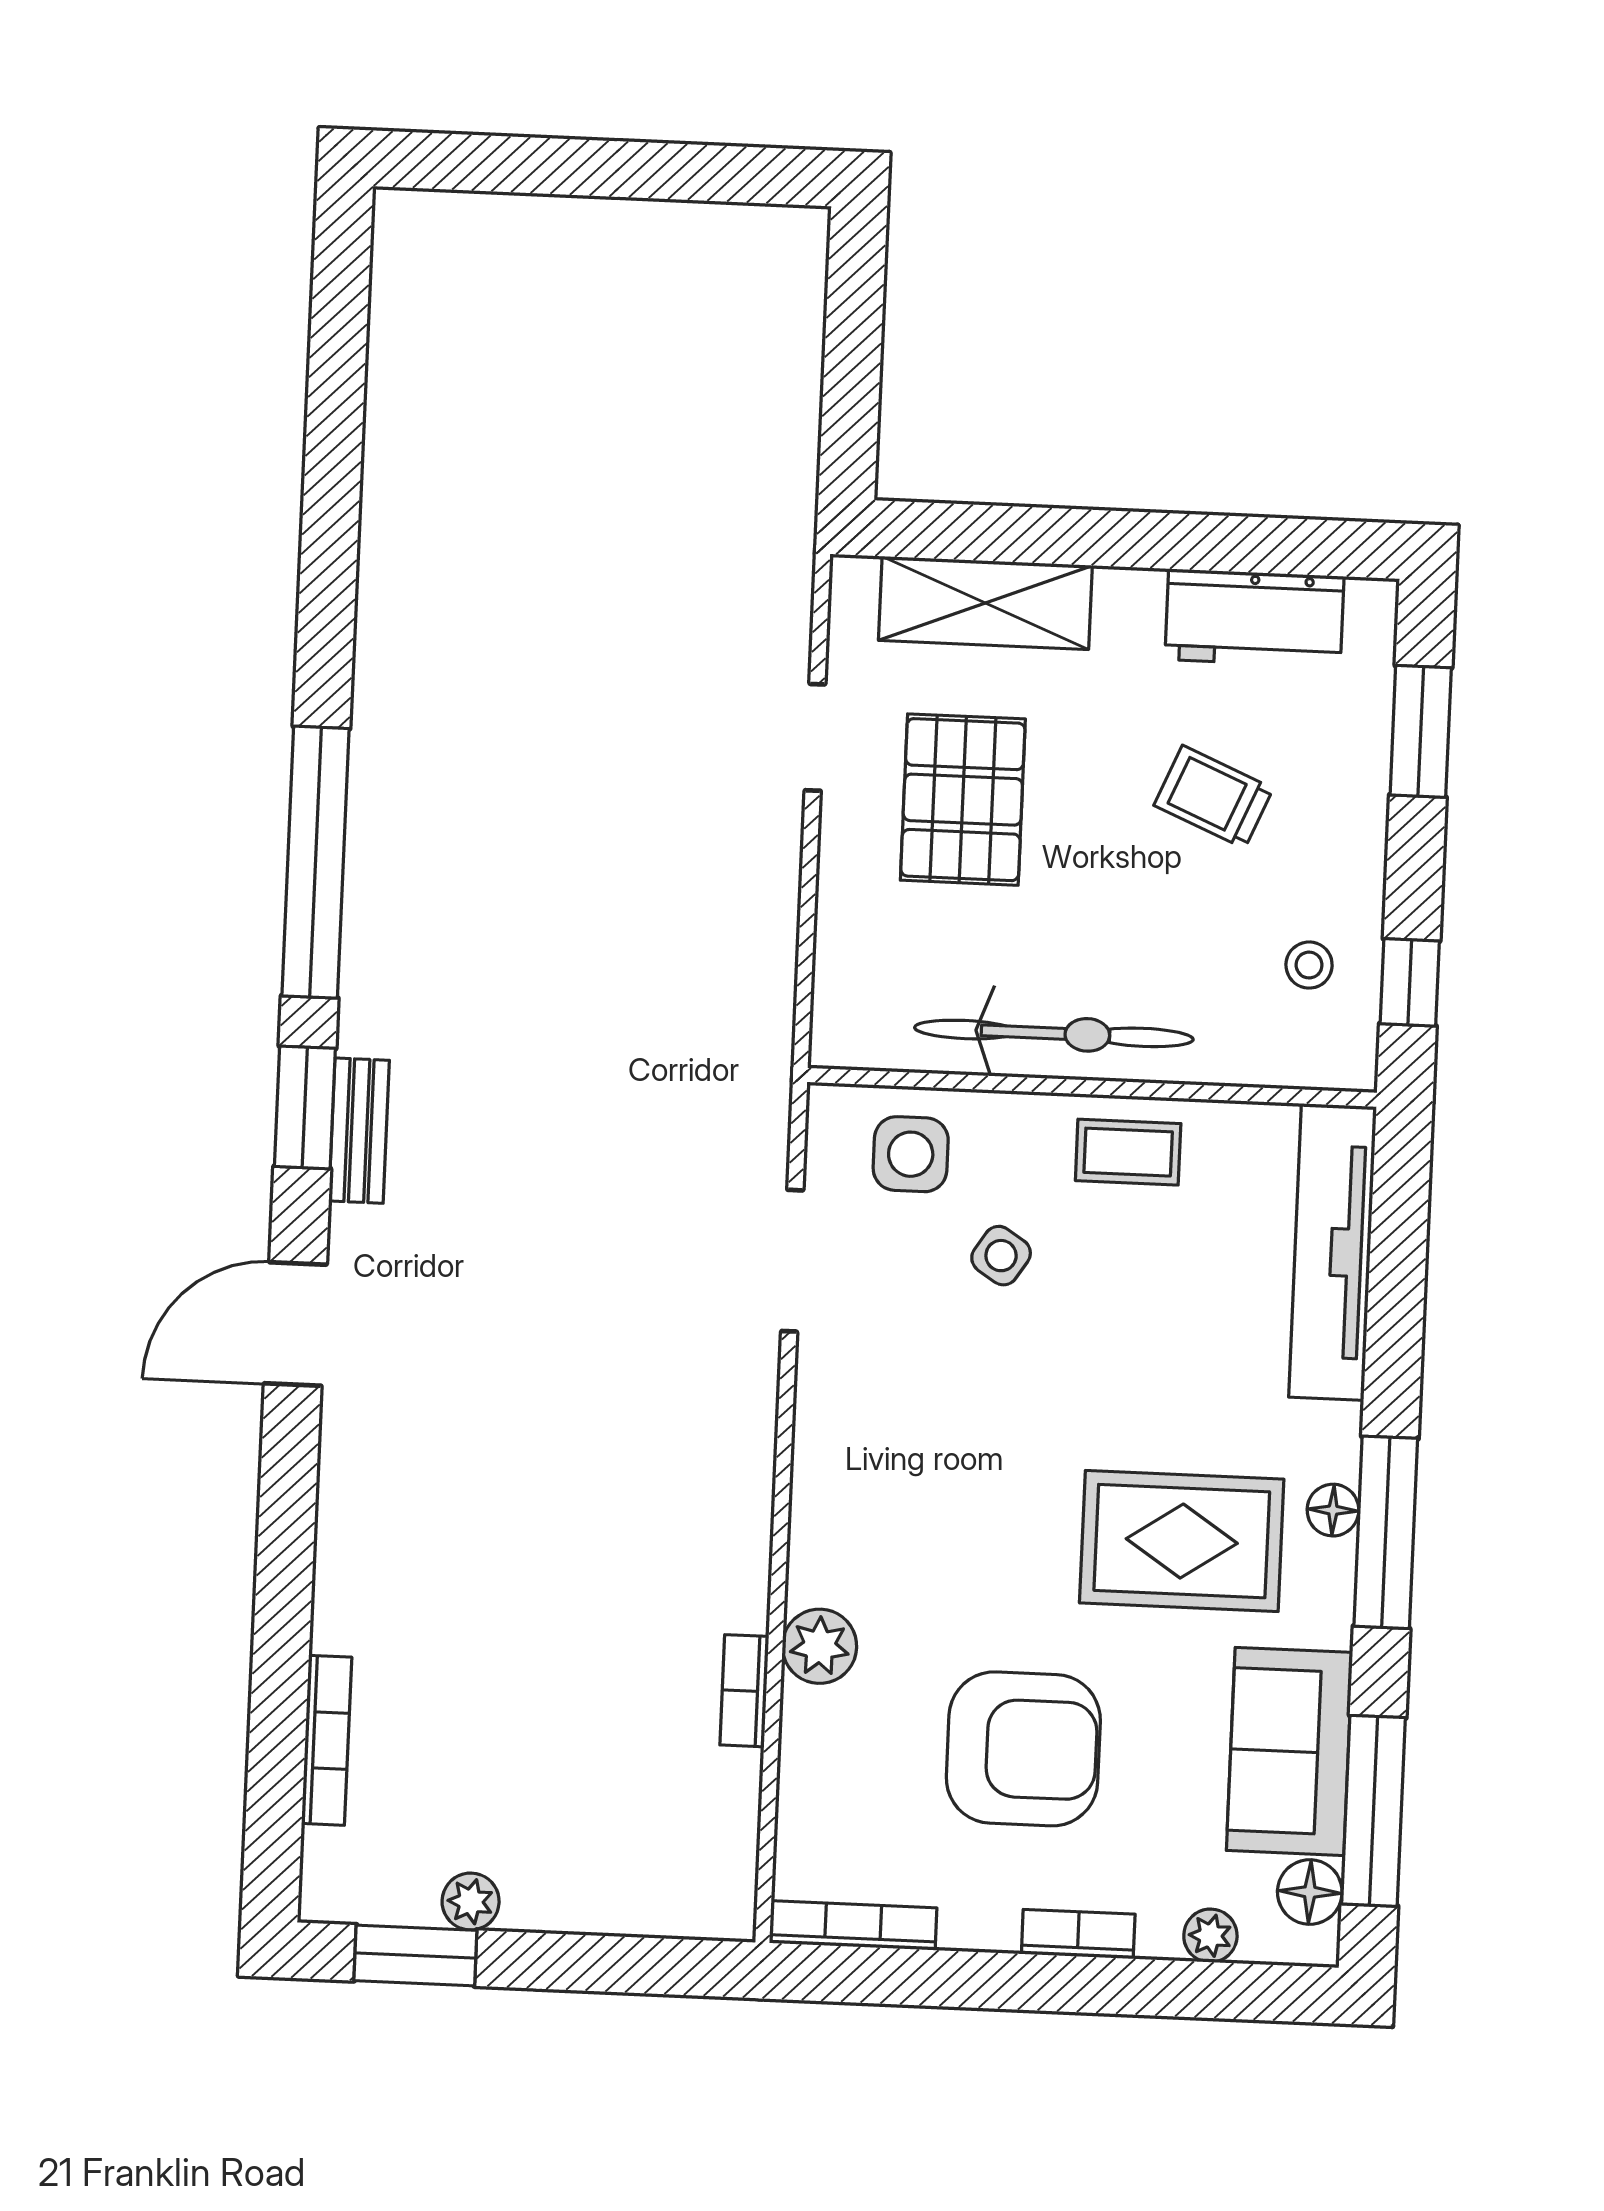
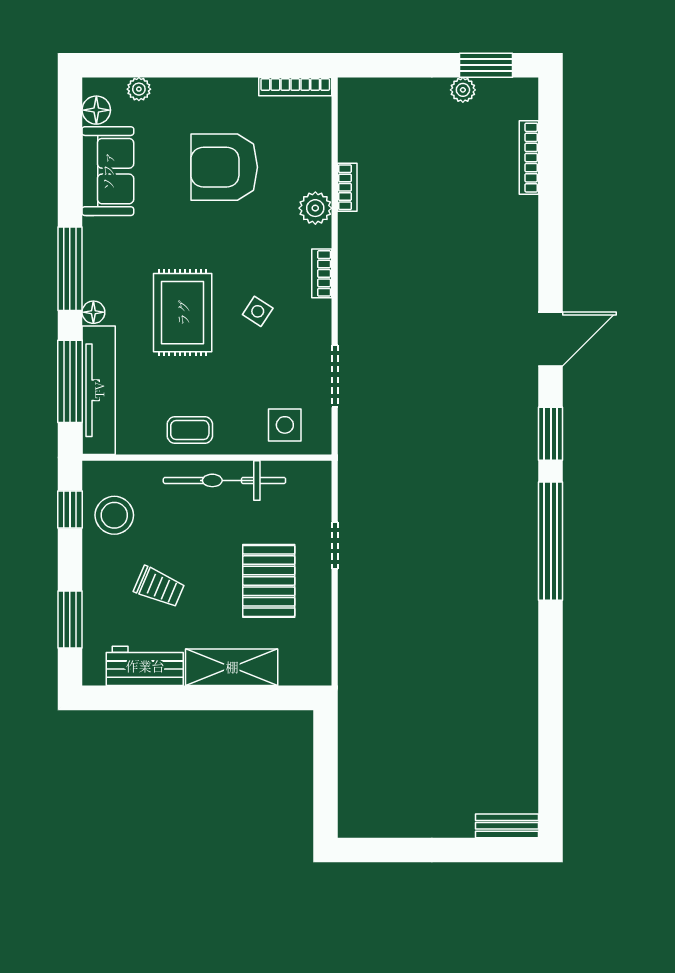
shelving: (985, 603) -> (232, 667), moved
doorway: (815, 737) -> (335, 545), moved
stool: (1309, 965) -> (114, 515), width x1.89, depth x1.89
bench: (359, 1131) -> (507, 826), moved, turned 90
side table: (1001, 1256) -> (258, 311), moved
floor lamp: (1333, 1510) -> (93, 312), moved
rug: (1182, 1541) -> (183, 313), moved, turned 90
window: (1374, 1811) -> (70, 381), moved
bookcase: (1078, 1934) -> (322, 273), moved, turned 90

